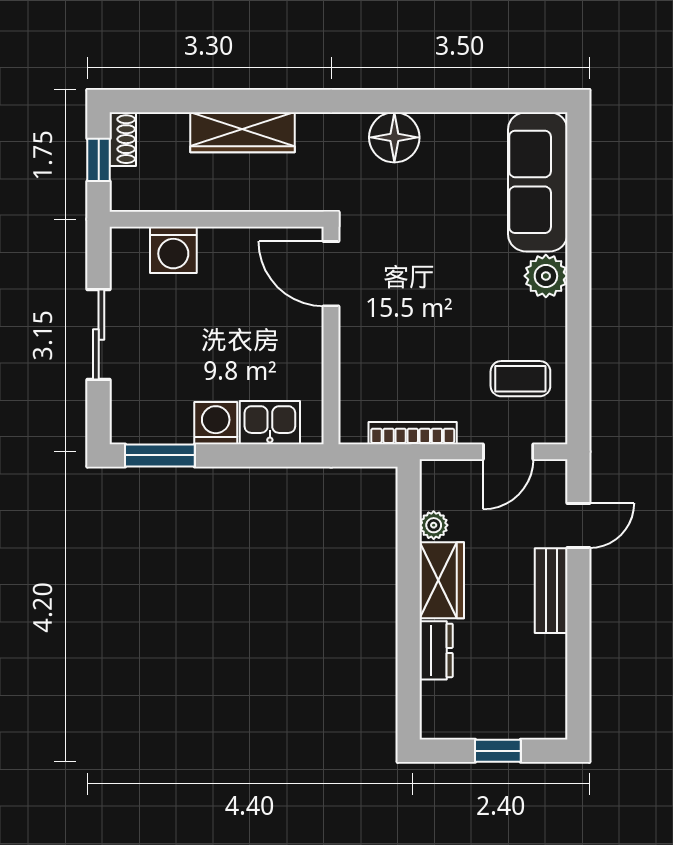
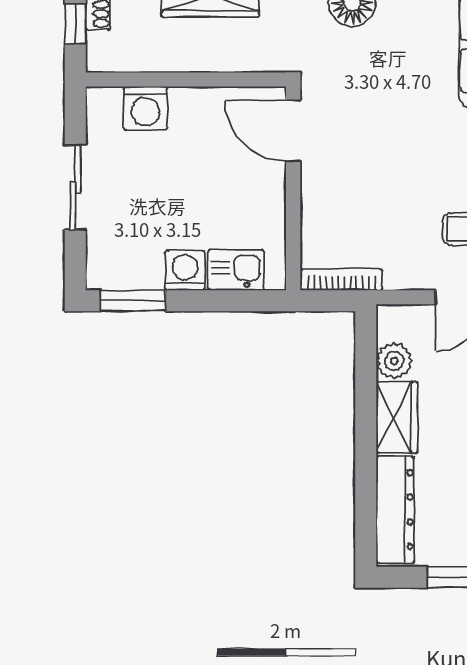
bookcase: (413, 433) -> (341, 280), moved
plant: (434, 525) -> (394, 361), width x1.38, depth x1.38
dresser: (436, 650) -> (395, 510), width x1.96, depth x1.24

